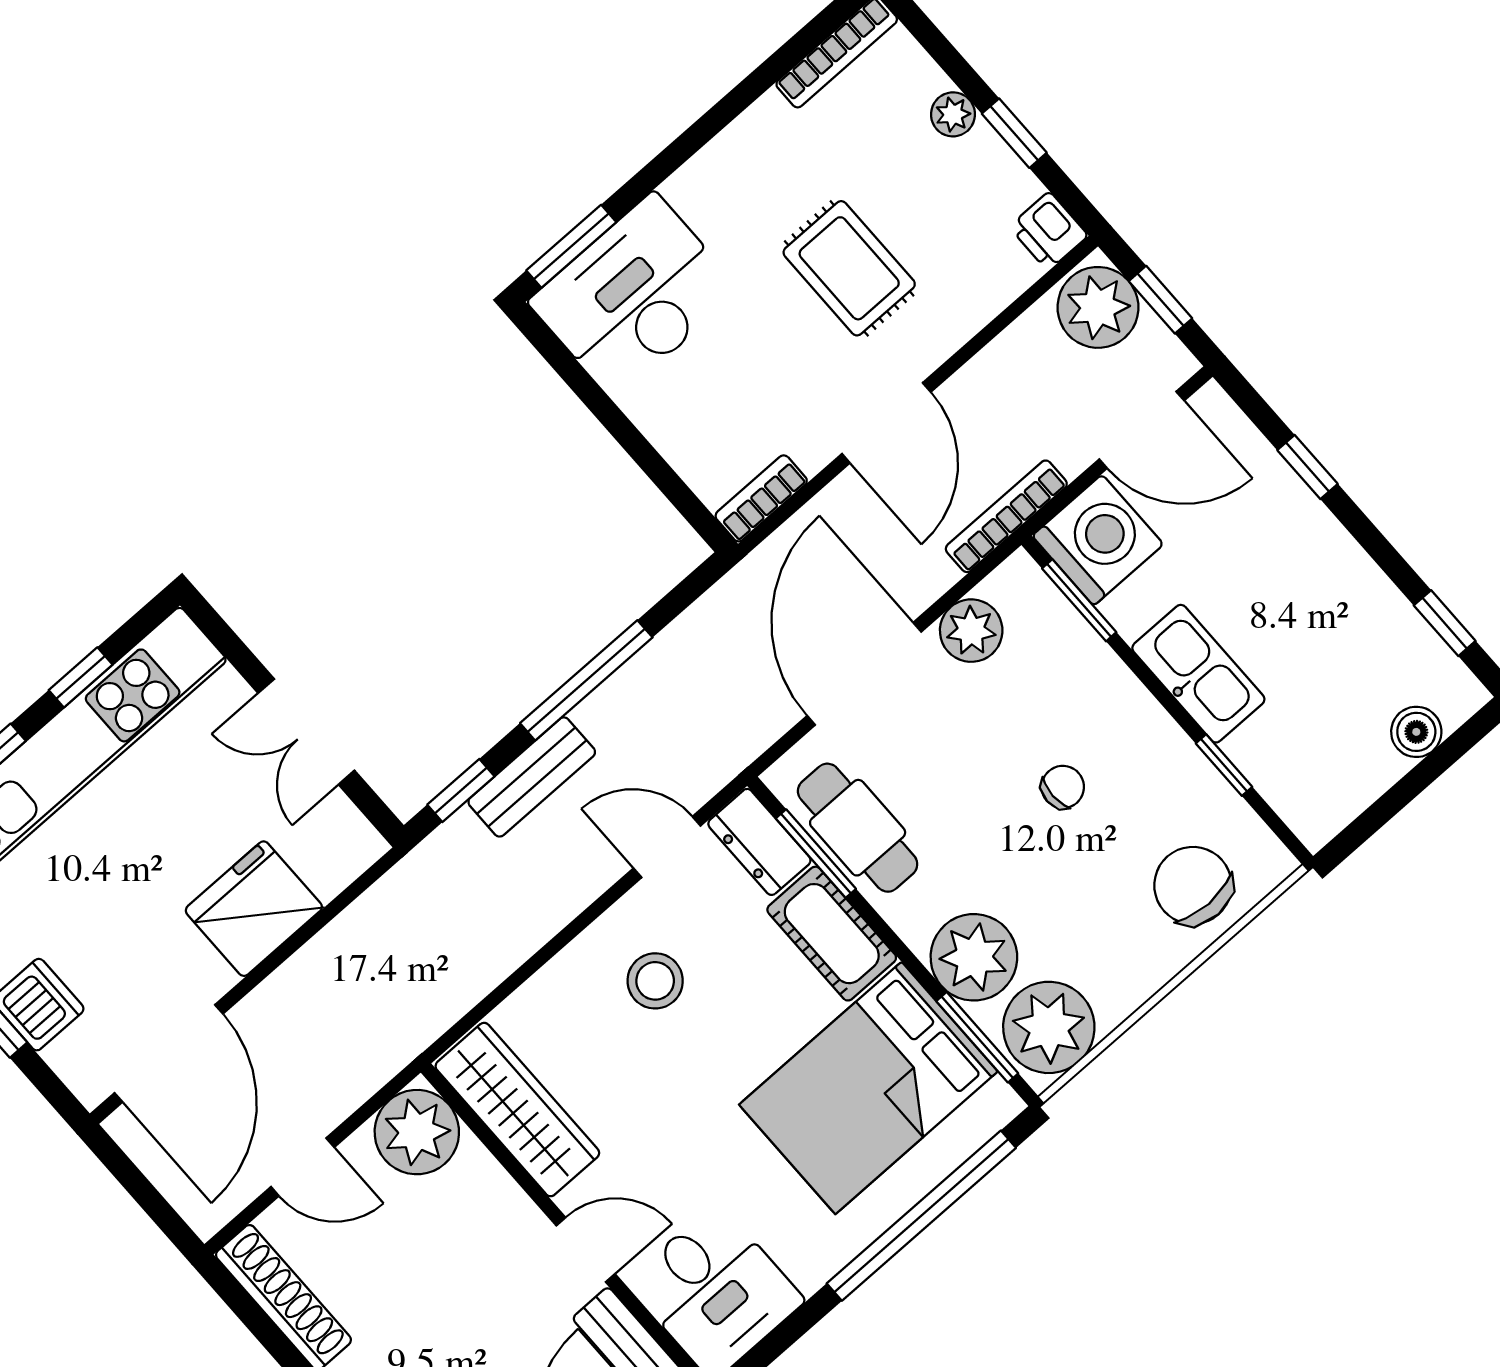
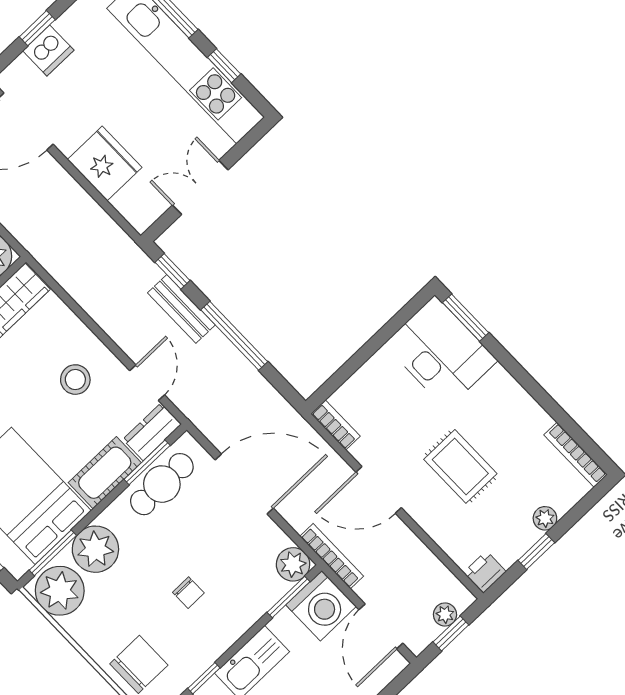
rug: (849, 268) -> (460, 466), turned 90
plant: (1098, 307) -> (445, 615), width x0.53, depth x0.53
plant: (971, 631) -> (293, 564), moved

